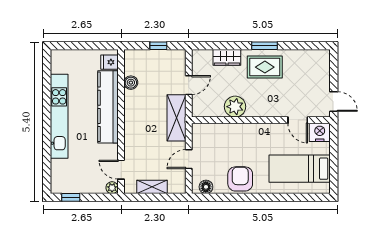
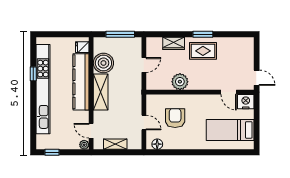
window: (158, 46) -> (120, 34), width x2.17
boiler: (131, 83) -> (103, 63), width x1.86, depth x1.86
window: (47, 97) -> (33, 74), added
kitchen unit: (59, 116) -> (43, 89), width x1.36
shelving: (176, 118) -> (101, 92), moved
door: (189, 159) -> (144, 123), swing flipped
armchair: (240, 179) -> (175, 118), moved

